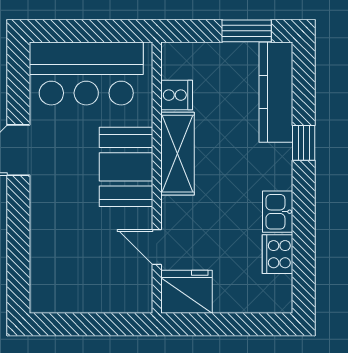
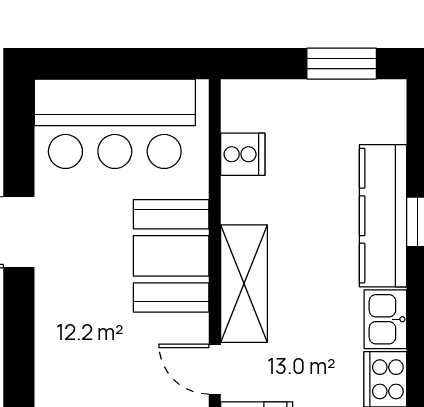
kitchen counter: (276, 92) -> (383, 216), moved
shelving: (178, 154) -> (244, 284), moved

